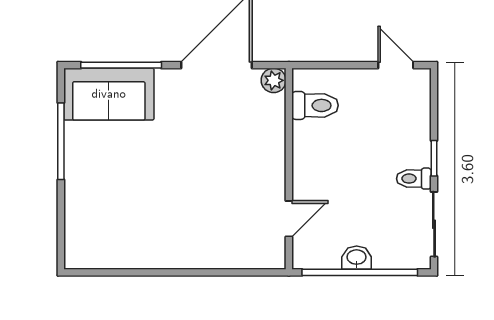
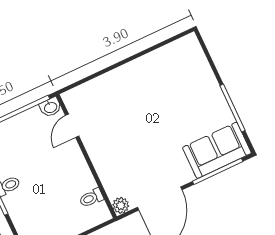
toilet: (315, 105) -> (91, 198), width x0.73, depth x0.72
washbasin: (357, 258) -> (50, 107), moved

